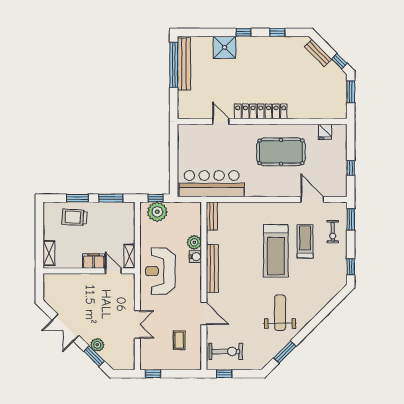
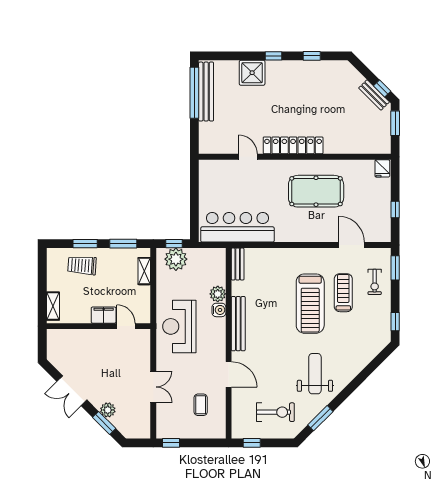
bench: (318, 53) -> (374, 95), moved
fridge: (325, 132) -> (382, 168), moved
shelving: (129, 256) -> (144, 271), moved
exercise bike: (226, 351) -> (275, 412), moved

